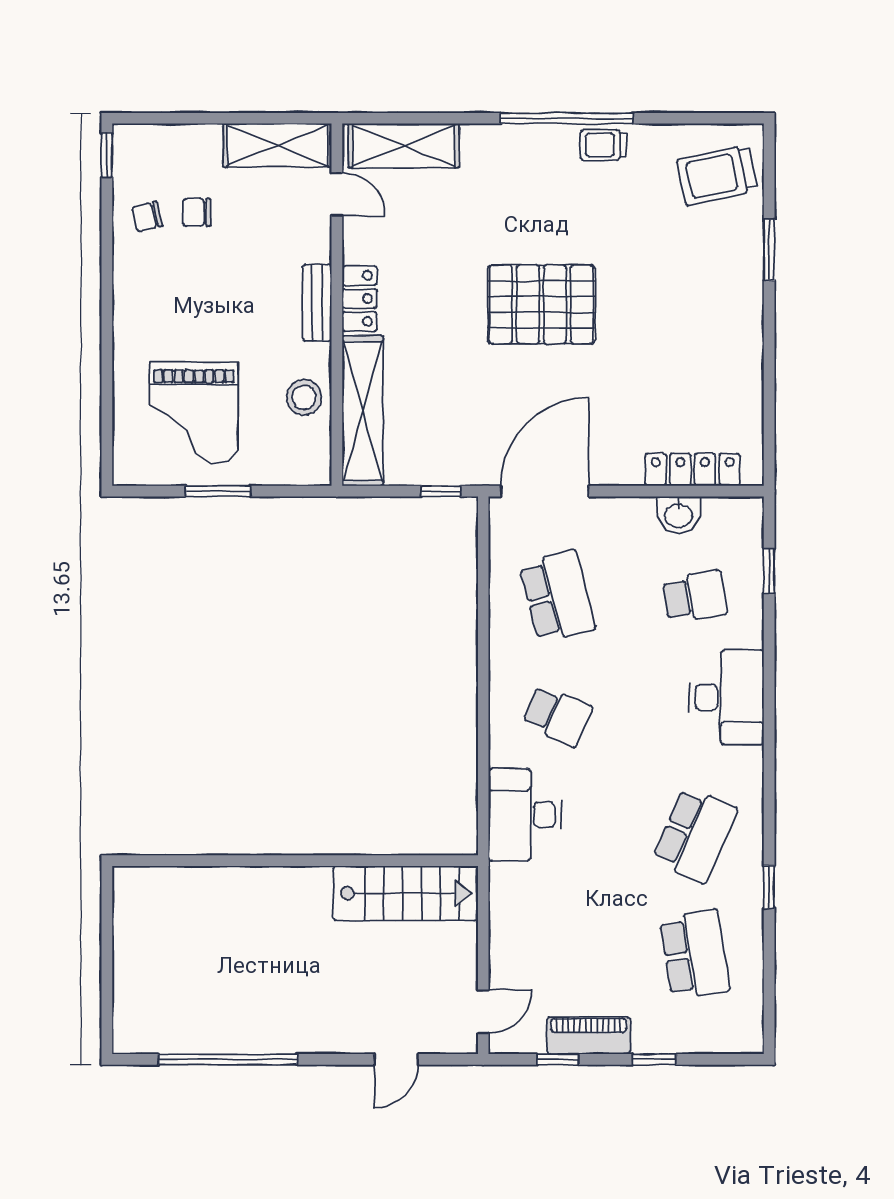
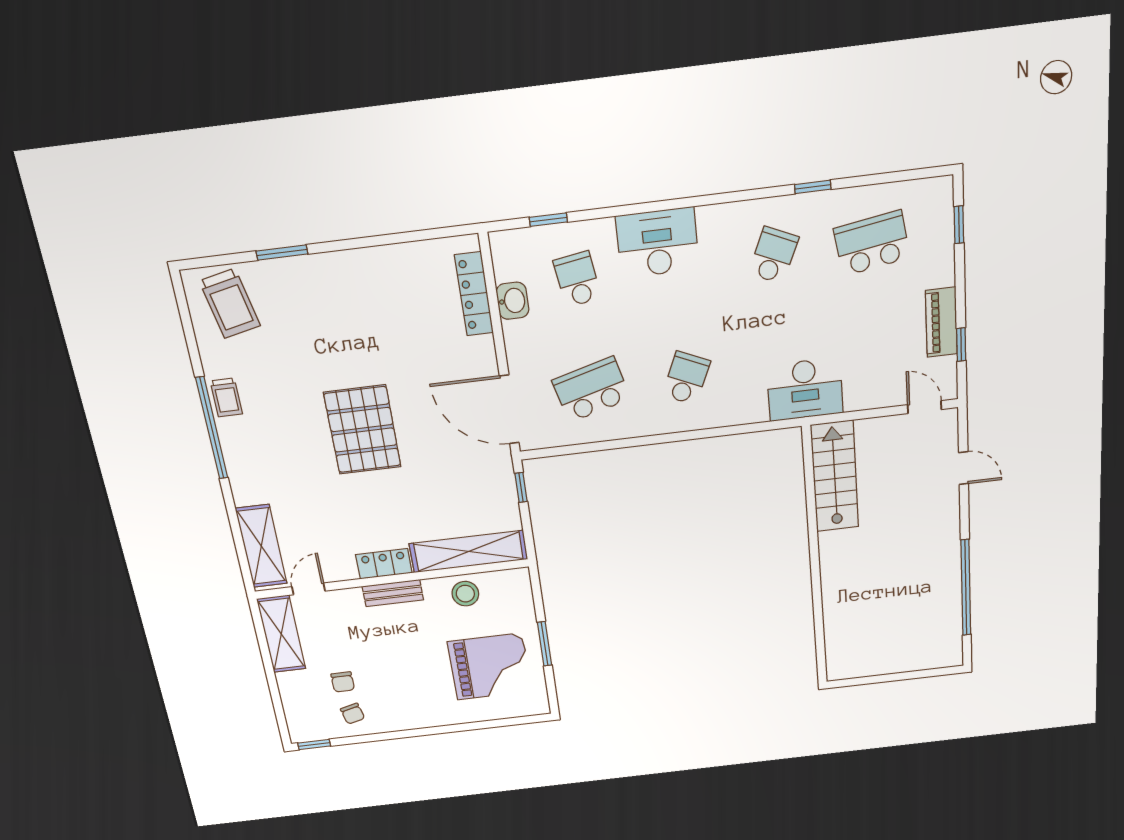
desk: (525, 815) -> (805, 389), moved
school desk: (695, 835) -> (774, 255), width x0.54
window: (654, 1059) -> (959, 225), moved

